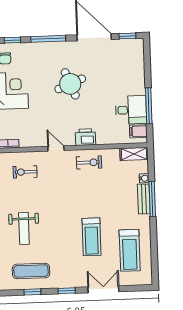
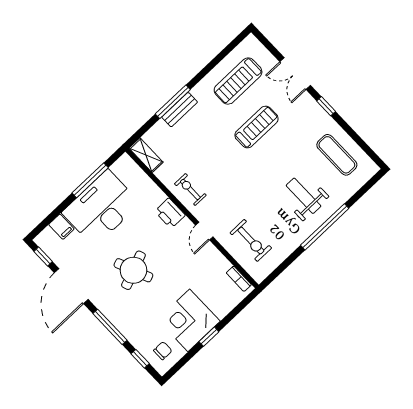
desk: (131, 110) -> (101, 208), width x1.87, depth x1.30
filing cabinet: (138, 131) -> (61, 227), moved
exercise bike: (25, 172) -> (251, 240), width x1.38, depth x1.39
water cooler: (144, 178) -> (160, 126), removed
weight bench: (24, 228) -> (304, 196), turned -90
treadmill: (130, 250) -> (238, 81), turned 180
window: (32, 292) -> (355, 137), removed

